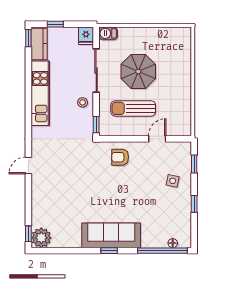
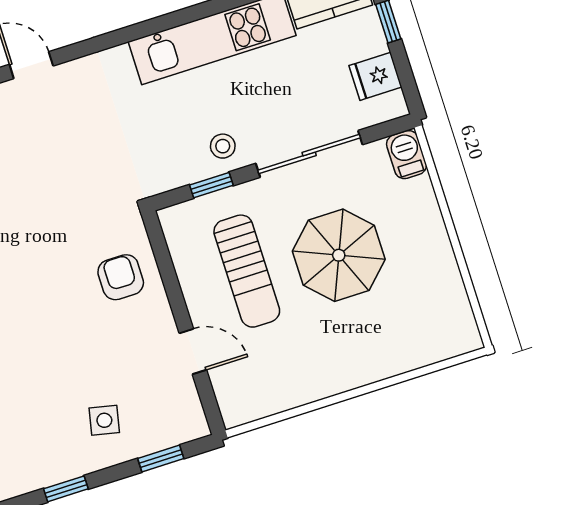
fridge: (86, 36) -> (375, 76), moved
sun lounger: (133, 108) -> (247, 271), turned 180
window: (96, 125) -> (211, 185), moved

